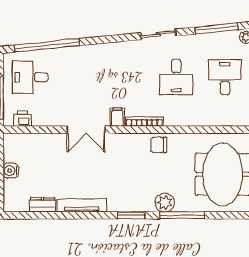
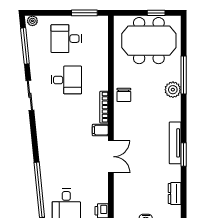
tv unit: (82, 205) -> (175, 143), moved
window: (131, 215) -> (184, 154), moved

